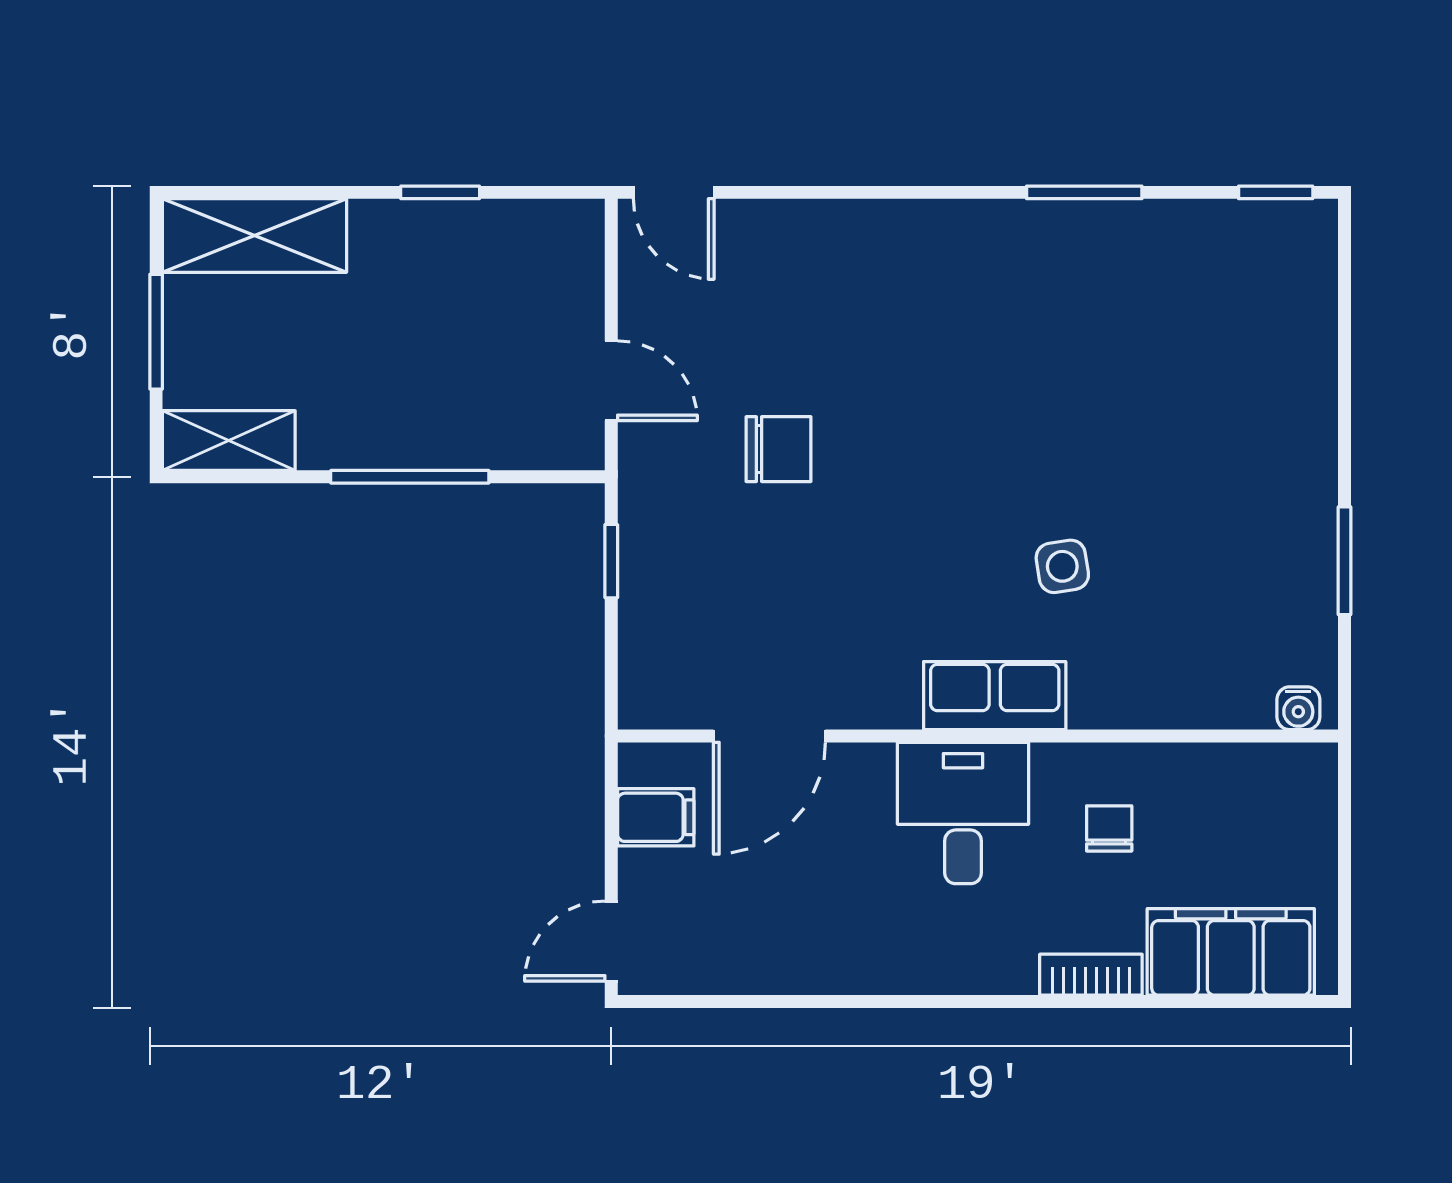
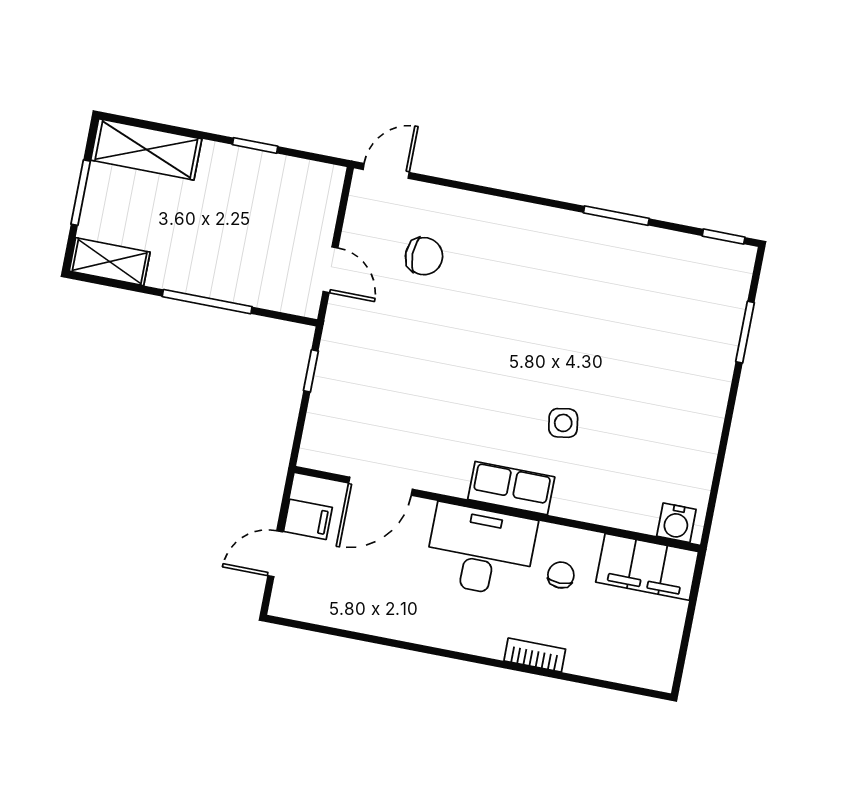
door: (674, 192) -> (386, 171), swing flipped
chair: (778, 449) -> (424, 256), moved
window: (1345, 561) -> (745, 332), moved
water cooler: (1298, 708) -> (676, 523), width x1.38, depth x1.38
desk: (963, 813) -> (481, 550), width x1.37
door: (611, 941) -> (275, 554), moved
filing cabinet: (1231, 952) -> (647, 567), moved, turned 180

